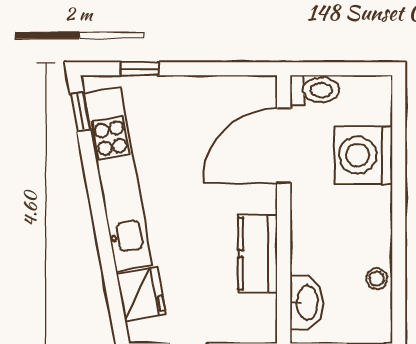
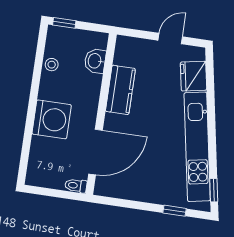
toilet: (315, 90) -> (76, 186), width x0.73, depth x0.72
washing machine: (363, 155) -> (52, 119), moved
washbasin: (306, 303) -> (95, 61), width x0.72

